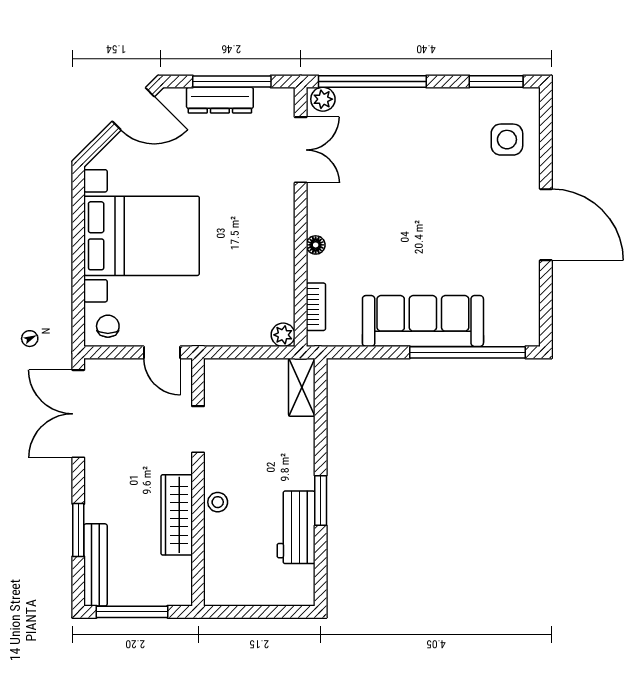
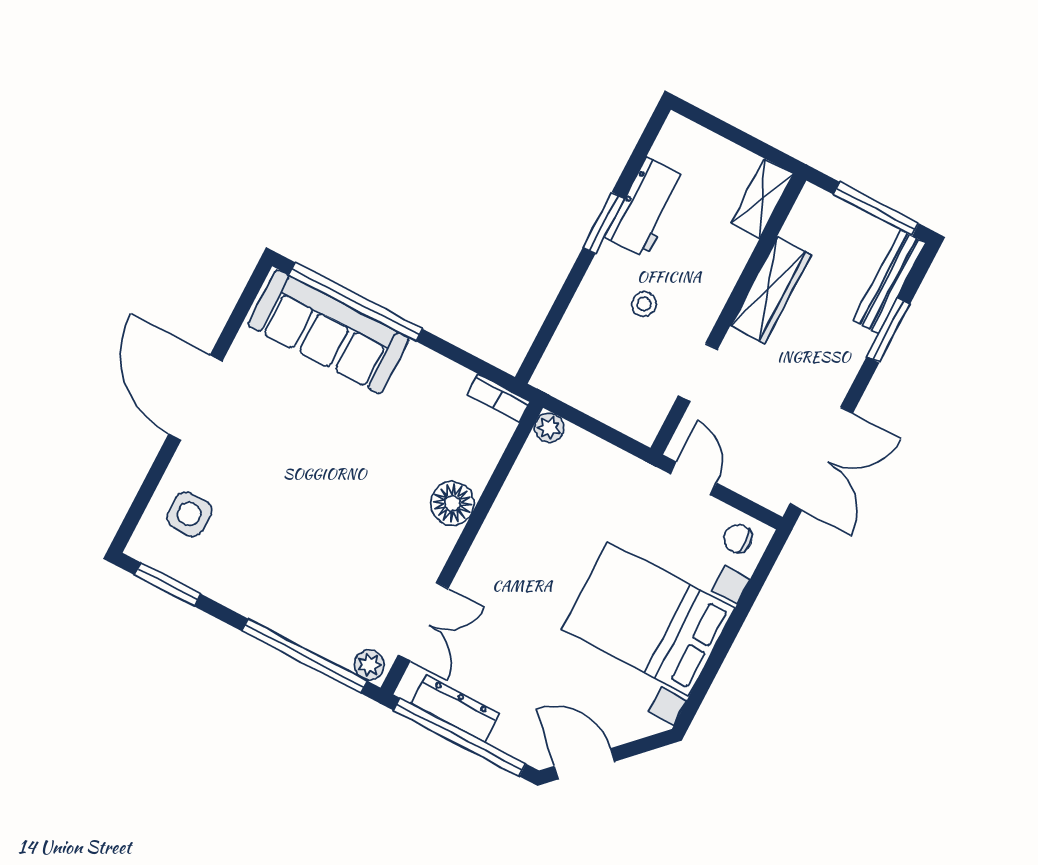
window: (232, 81) -> (460, 737), width x1.46
dresser: (220, 100) -> (455, 708), moved
double door: (301, 150) -> (423, 622), swing flipped
floor lamp: (316, 245) -> (452, 503), width x1.89, depth x1.89
bookcase: (316, 307) -> (499, 398), moved, turned -90
sofa: (423, 321) -> (329, 332), moved
chair: (108, 326) -> (738, 538), turned 88
shelving: (302, 387) -> (762, 199), moved
stool: (218, 502) -> (644, 304), moved

